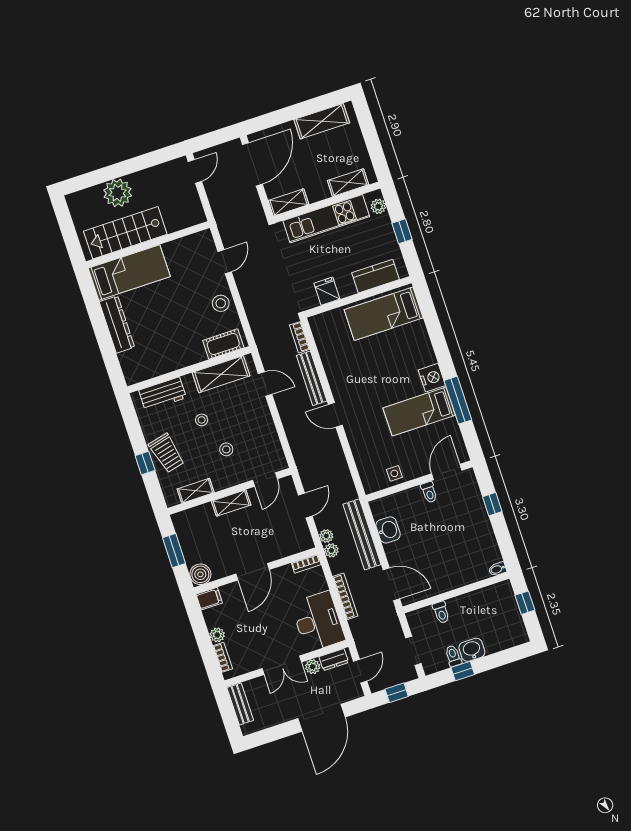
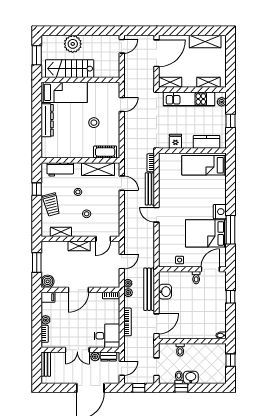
window: (68, 229) -> (37, 55), added
stool: (221, 303) -> (94, 123), moved
bed: (419, 412) -> (206, 233), width x1.50
window: (145, 463) -> (37, 189), moved
door: (391, 584) -> (157, 324), hinge flipped
desk: (318, 622) -> (107, 336), width x0.73

